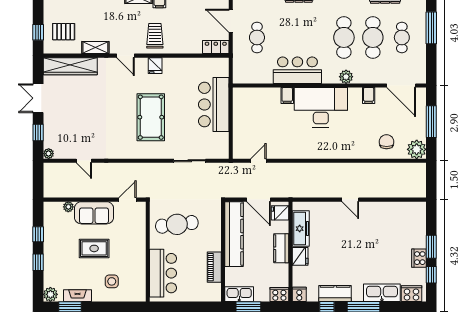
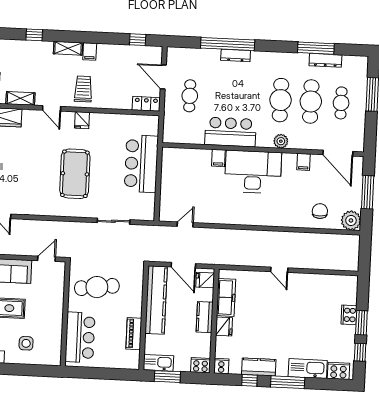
cooker: (419, 258) -> (349, 315), moved

